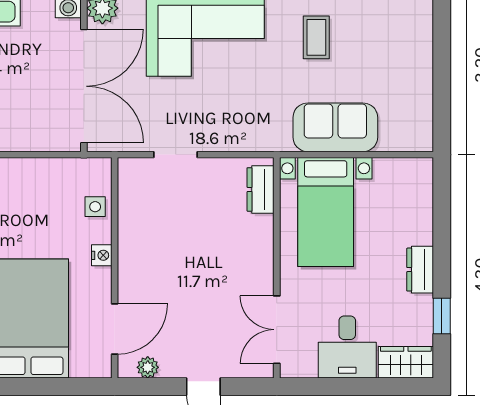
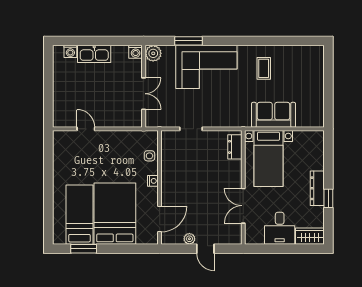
double door: (84, 86) -> (144, 94), width x0.54
dresser: (420, 270) -> (317, 188), width x1.44
window: (442, 316) -> (328, 198), moved
double door: (277, 330) -> (243, 206), moved
plant: (148, 367) -> (189, 239), moved

